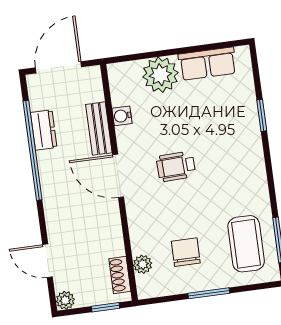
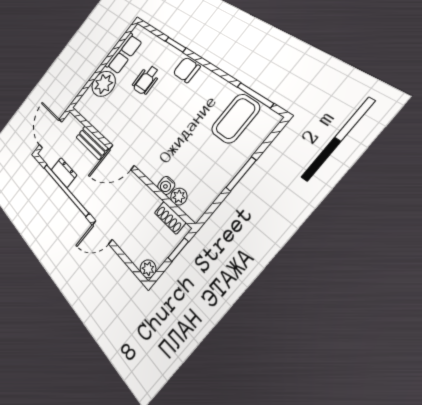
water cooler: (122, 116) -> (166, 185), moved
wheelchair: (176, 166) -> (146, 80), moved
coffee table: (246, 244) -> (235, 119), turned 90
chair: (186, 252) -> (186, 70), moved
door: (48, 261) -> (102, 232), moved

